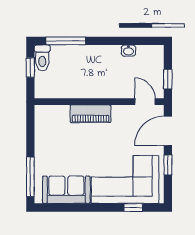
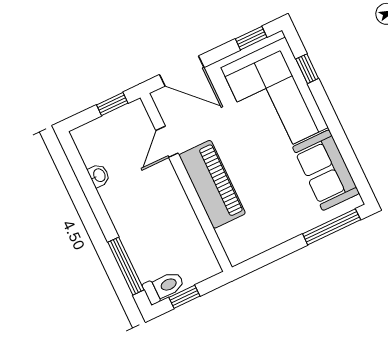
door: (145, 102) -> (167, 142), moved
piano: (91, 114) -> (212, 184), width x1.37, depth x1.33
window: (168, 165) -> (251, 38), moved

